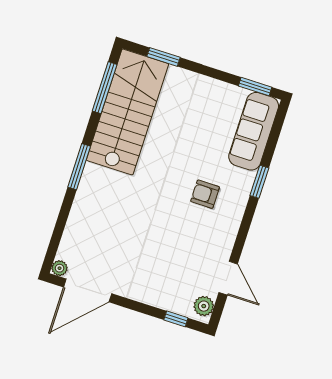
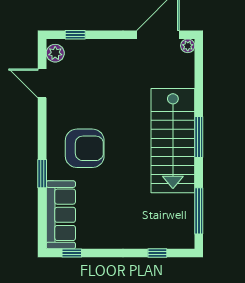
window: (163, 57) -> (157, 253), width x0.67
window: (255, 87) -> (72, 253), width x0.67
stairs: (127, 112) -> (173, 141), moved
armchair: (205, 194) -> (85, 148), width x1.88, depth x1.88

